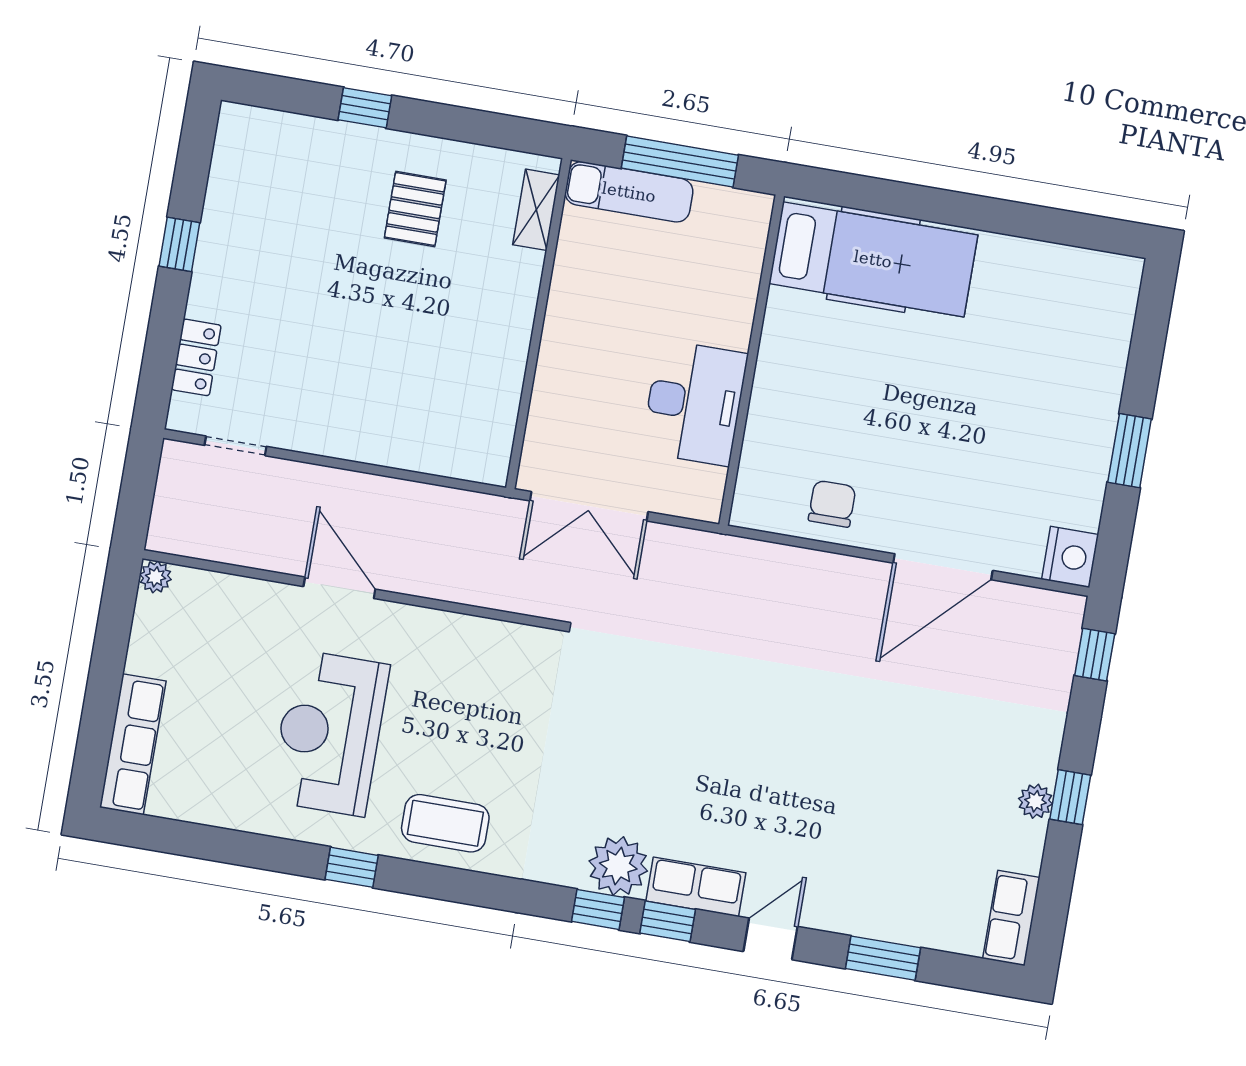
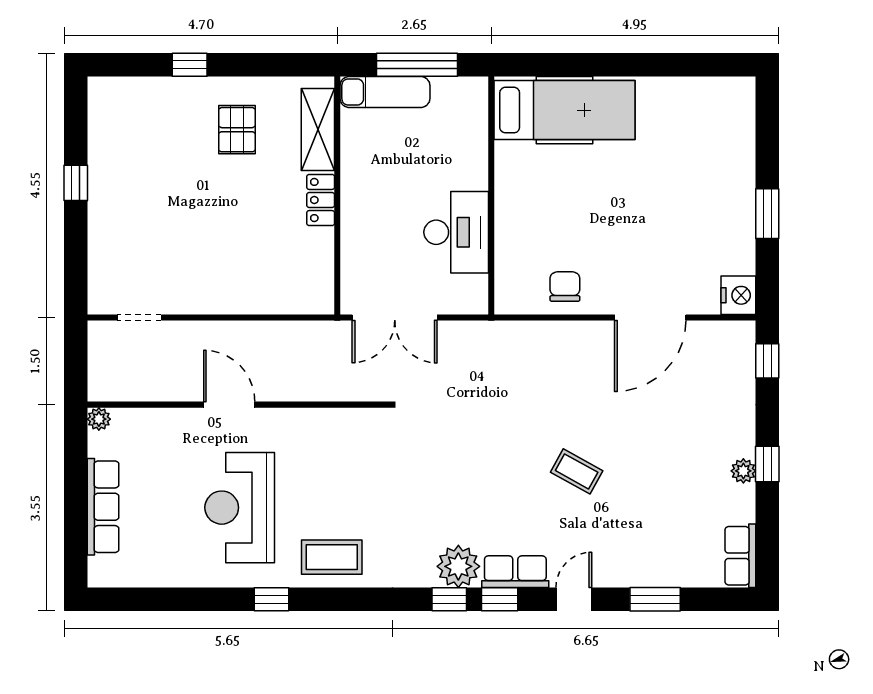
shelving: (536, 210) -> (318, 129), width x1.50, depth x1.33
locker: (196, 357) -> (321, 200), moved, turned 180
row of seats: (133, 744) -> (103, 507), moved
coffee table: (804, 762) -> (577, 471), added

